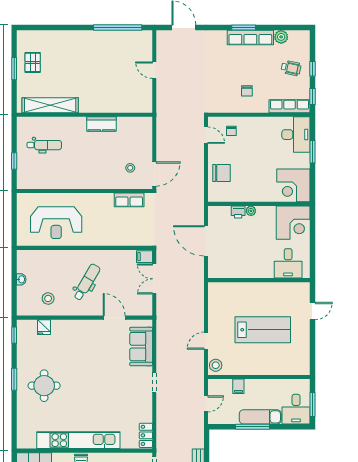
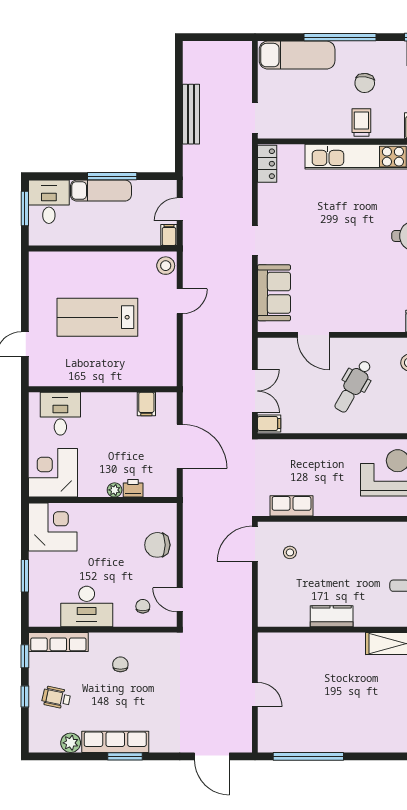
desk: (296, 135) -> (87, 606), moved, turned -90
filing cabinet: (229, 270) -> (146, 404), added
filing cabinet: (238, 386) -> (169, 235), moved

